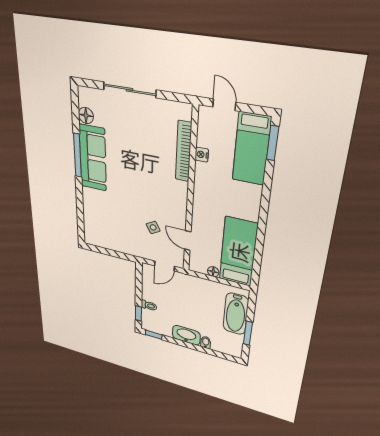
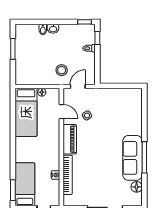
piano: (178, 201) -> (70, 139), added
stool: (185, 291) -> (62, 70), added
bathtub: (236, 314) -> (23, 62), removed
washbasin: (186, 335) -> (53, 29), width x0.52, depth x0.69

